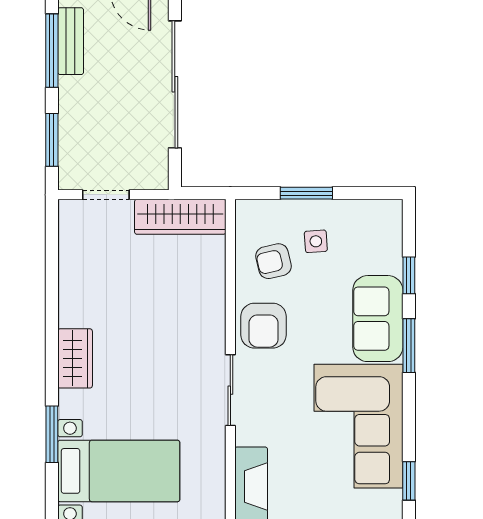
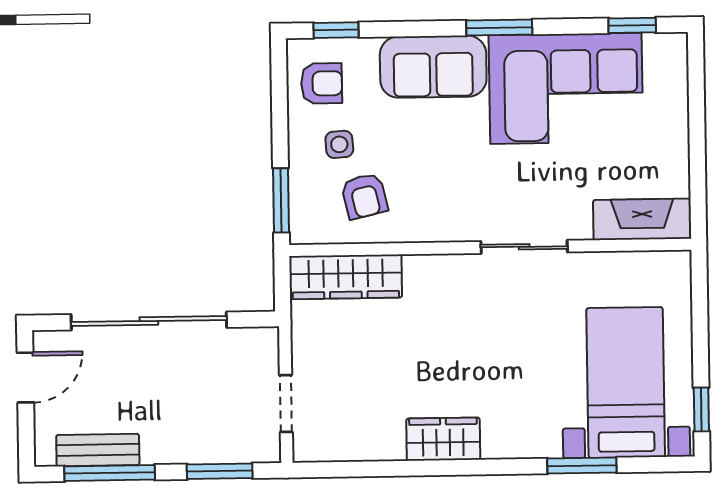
window: (306, 193) -> (281, 200), moved
wardrobe: (180, 217) -> (346, 277), moved, turned 90
window: (409, 275) -> (336, 30), moved
armchair: (264, 326) -> (322, 83), moved, width x0.72, depth x0.72
window: (409, 346) -> (499, 28), moved
wardrobe: (75, 358) -> (443, 439), moved

